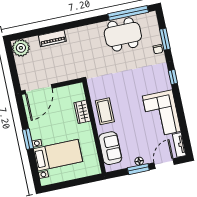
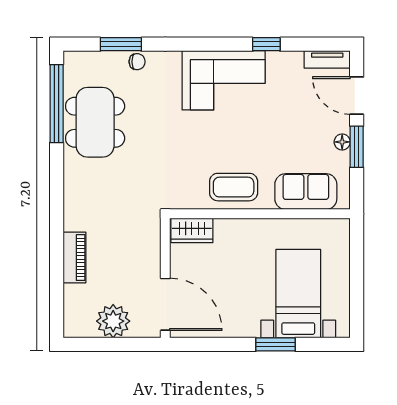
plant: (21, 48) -> (113, 321), moved
window: (173, 77) -> (266, 44), moved
wardrobe: (82, 112) -> (192, 230), moved
corner sofa: (162, 114) -> (224, 80), moved
window: (28, 139) -> (275, 344), moved

